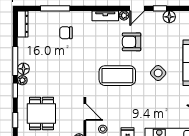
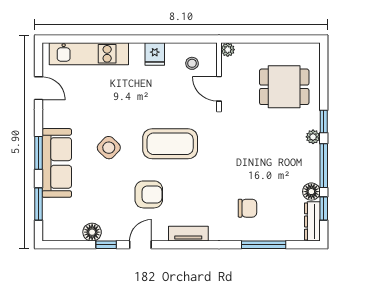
plant: (124, 15) -> (160, 234), removed
floor lamp: (23, 69) -> (311, 192), moved
dining table: (41, 113) -> (284, 87), turned 90
window: (15, 120) -> (324, 208), moved

